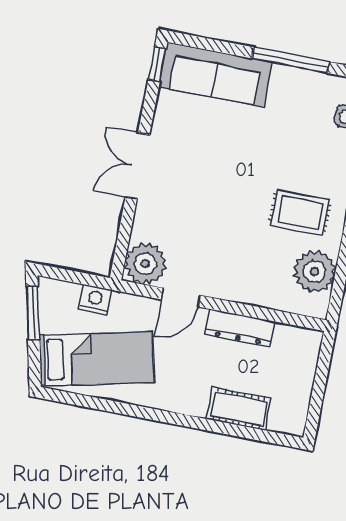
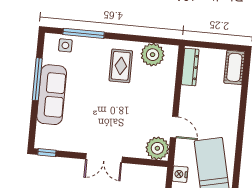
sofa: (216, 74) -> (52, 95), moved
dresser: (240, 328) -> (190, 67), moved
cot: (239, 409) -> (234, 67), moved

